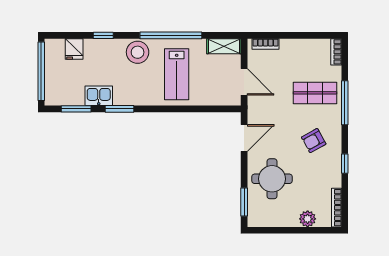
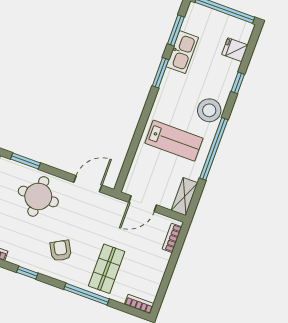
lab bench: (177, 74) -> (174, 141), turned 180
kitchen sink: (99, 96) -> (182, 52), width x1.38
door: (244, 138) -> (88, 184), swing flipped

